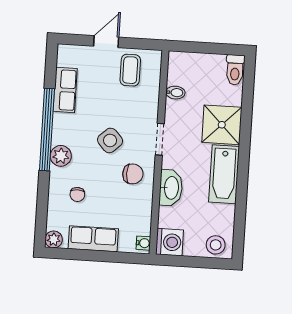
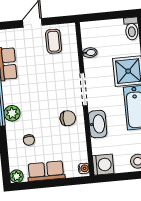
doorway: (160, 139) -> (84, 89), width x1.38
side table: (110, 140) -> (47, 96), removed

